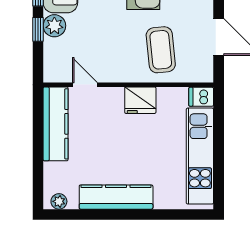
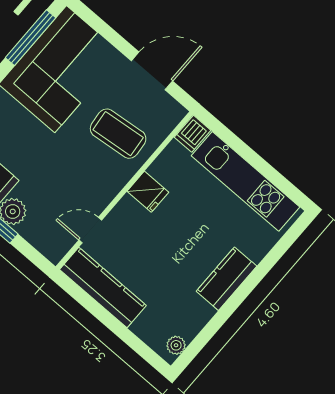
fridge: (140, 100) -> (148, 192), width x0.72
kitchen counter: (116, 197) -> (226, 279), width x0.67

